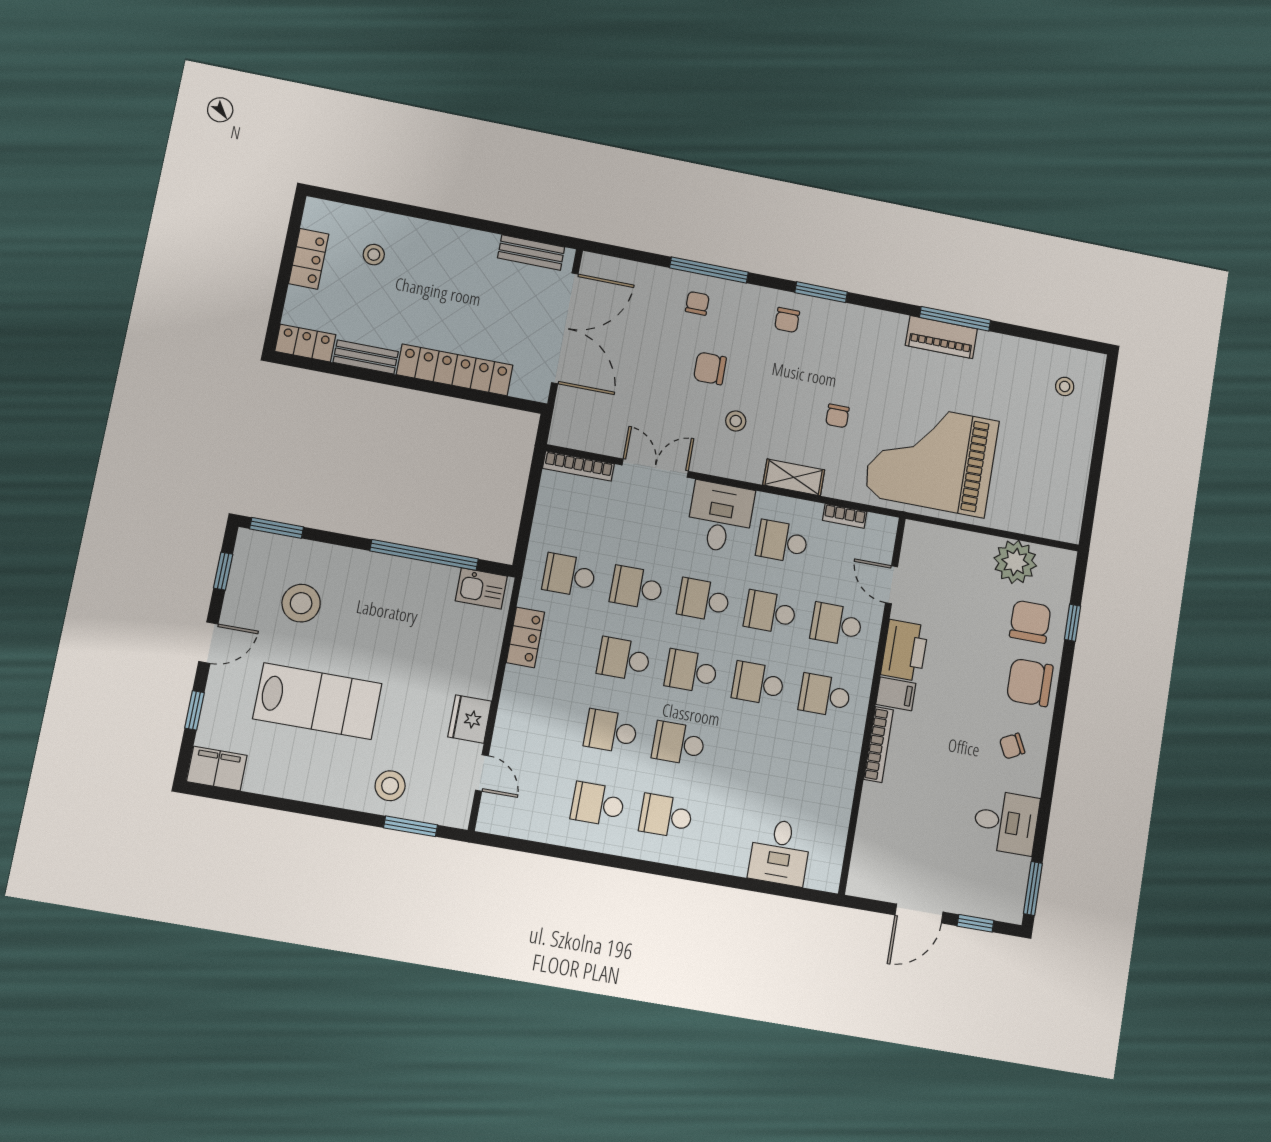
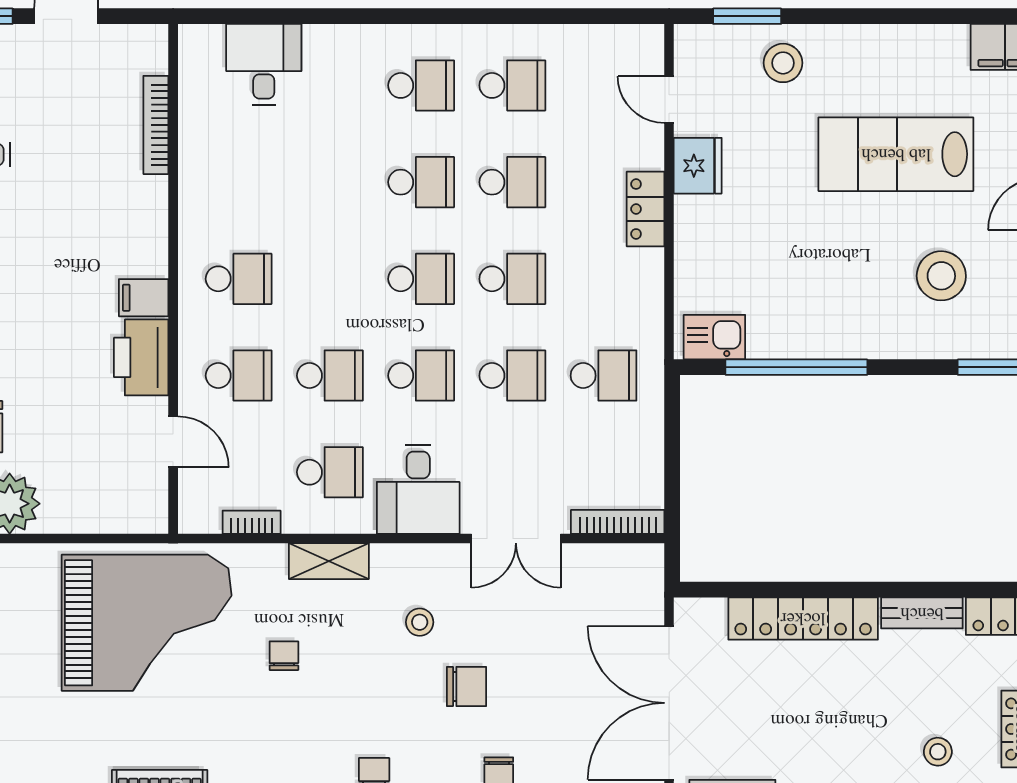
locker: (525, 637) -> (646, 209), moved
school desk: (758, 683) -> (330, 279), removed
bookcase: (879, 745) -> (156, 125), moved

